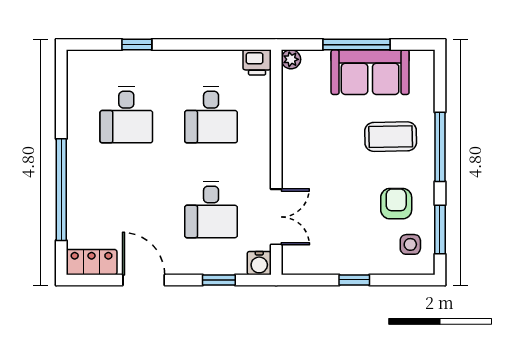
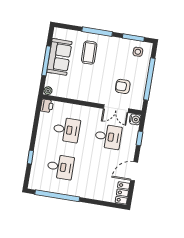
window: (61, 190) -> (57, 196), moved
armchair: (396, 204) -> (123, 86), moved
double door: (276, 217) -> (116, 109), swing flipped
window: (354, 280) -> (149, 79), width x3.17

